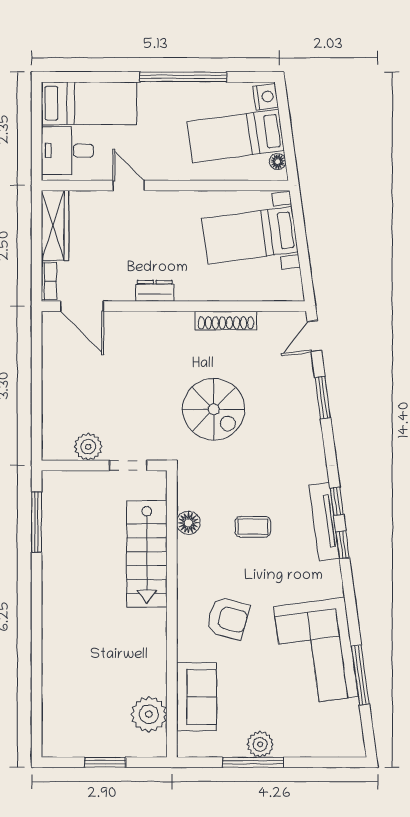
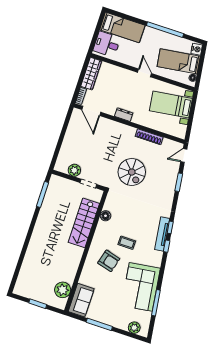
door: (129, 186) -> (145, 73), moved
coffee table: (253, 527) -> (127, 243), moved
sofa: (196, 697) -> (81, 300), moved
plant: (260, 744) -> (134, 328), moved

